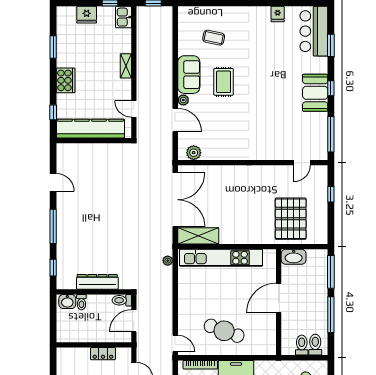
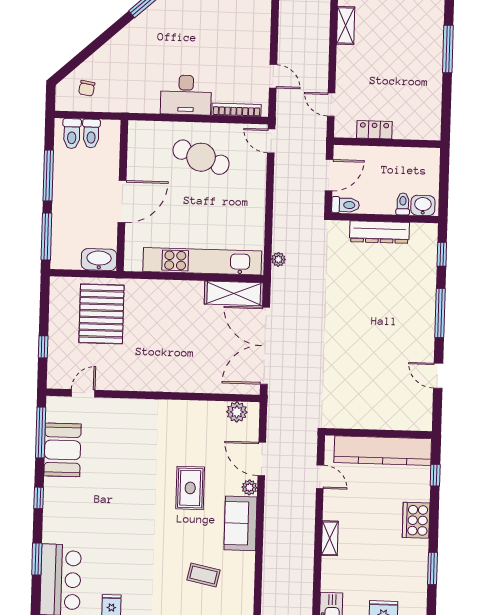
rug: (224, 82) -> (190, 488), moved
booth: (315, 93) -> (63, 450), moved

